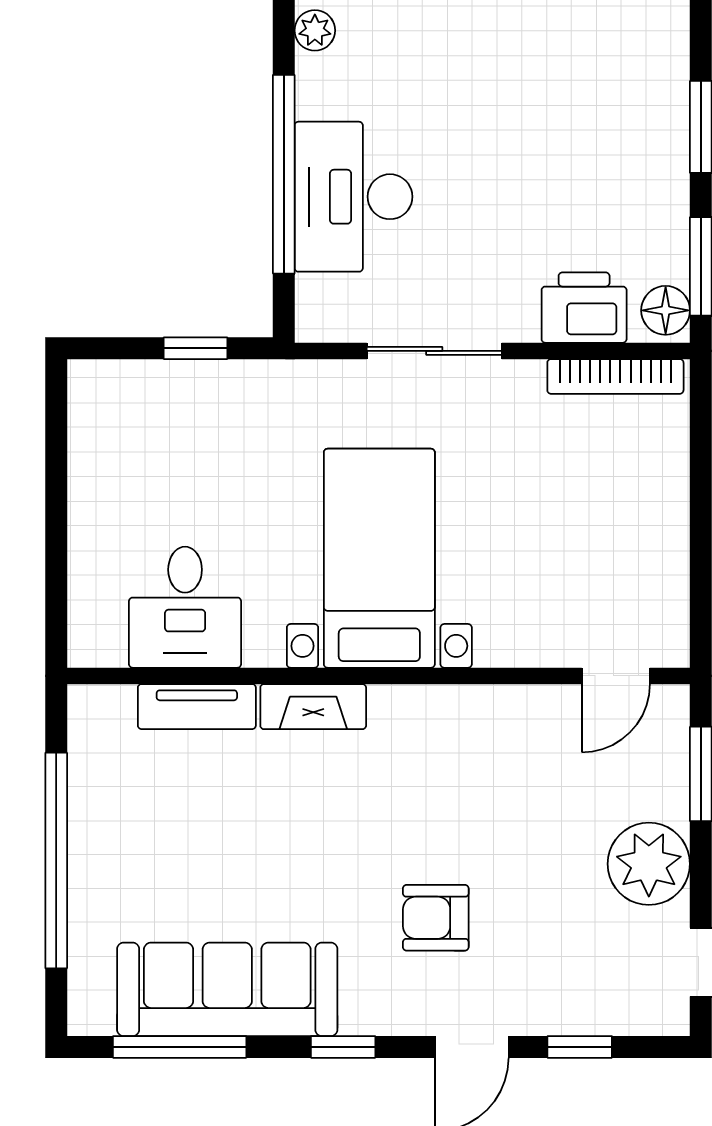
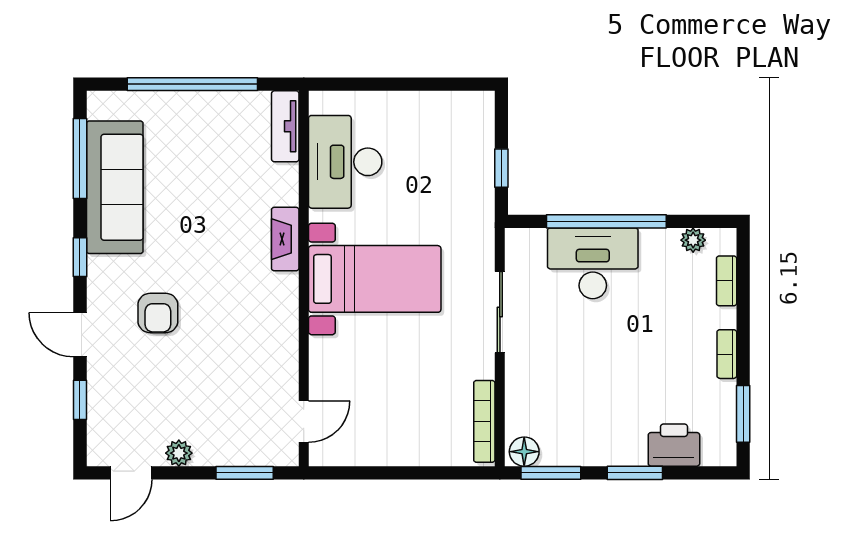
printer: (584, 308) -> (674, 445), moved, turned -90
desk: (185, 607) -> (345, 162), width x1.37
door: (616, 676) -> (304, 422), swing flipped
tv unit: (197, 707) -> (285, 126), moved
plant: (649, 864) -> (179, 453), width x0.53, depth x0.53
armchair: (436, 918) -> (158, 313), turned 180

